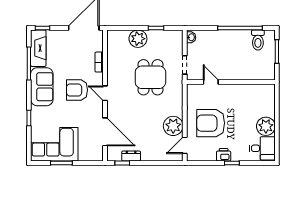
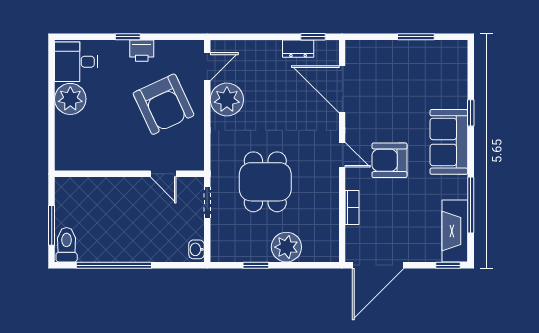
toilet: (258, 40) -> (67, 245), moved
sofa: (42, 87) -> (449, 142), moved
armchair: (77, 90) -> (390, 160), turned 180
armchair: (211, 123) -> (164, 104), turned 65
corner sofa: (54, 144) -> (428, 68), removed

